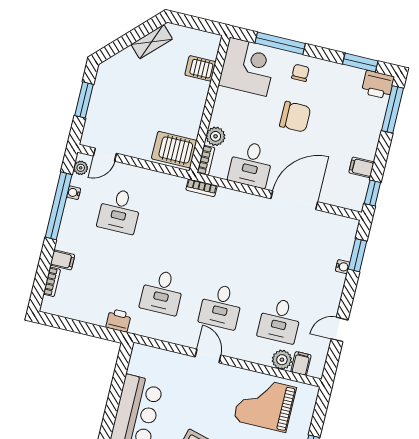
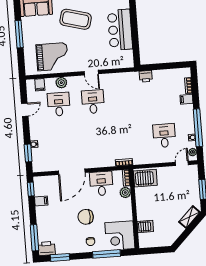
shelving: (152, 42) -> (189, 217), moved
desk: (162, 292) -> (127, 99), removed
plant: (282, 360) -> (61, 83), moved

